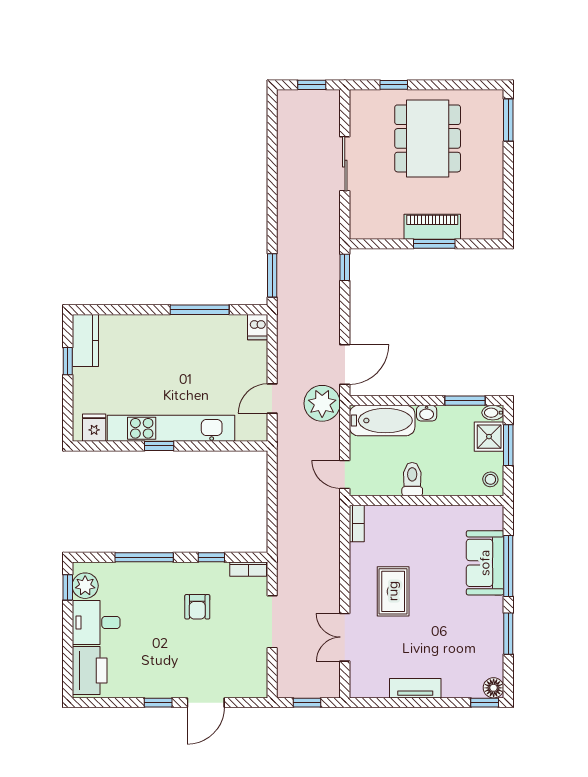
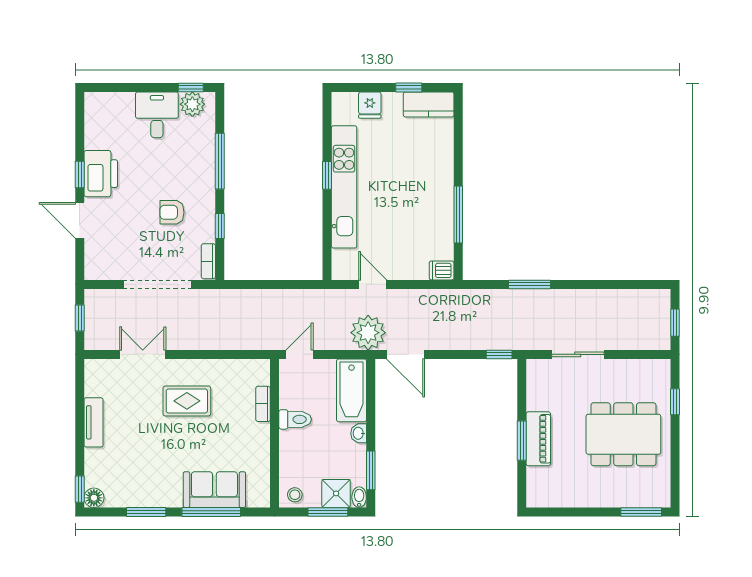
sliding door: (345, 164) -> (578, 354), moved
window: (272, 275) -> (530, 284), moved
fridge: (94, 428) -> (370, 105), moved, turned 90
bookcase: (357, 523) -> (263, 404), moved, turned 90
doorway: (272, 622) -> (158, 284), width x1.36
printer: (90, 670) -> (101, 174), moved, turned -90

